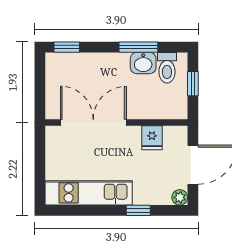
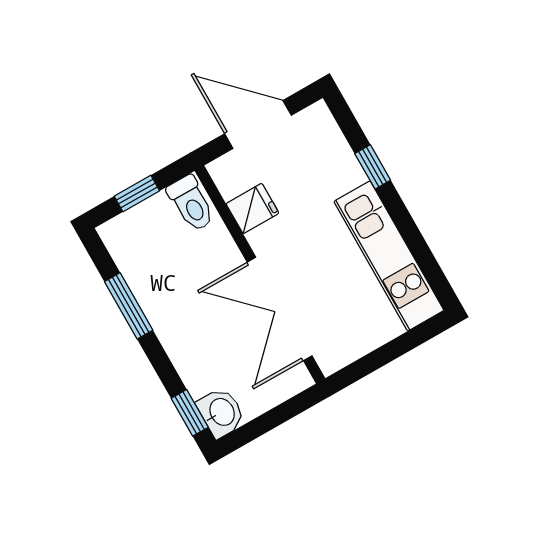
washbasin: (143, 63) -> (221, 412), moved
toilet: (167, 68) -> (191, 203), moved, turned 90
plant: (180, 197) -> (318, 116), removed

